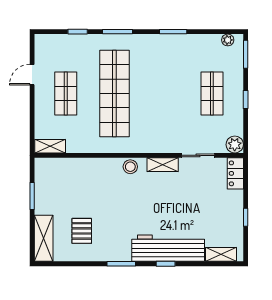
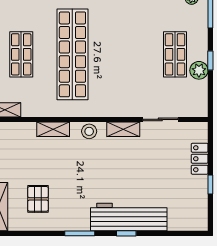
plant: (235, 145) -> (199, 70), moved
locker: (235, 173) -> (200, 159), moved
shelving: (221, 254) -> (53, 129), moved

